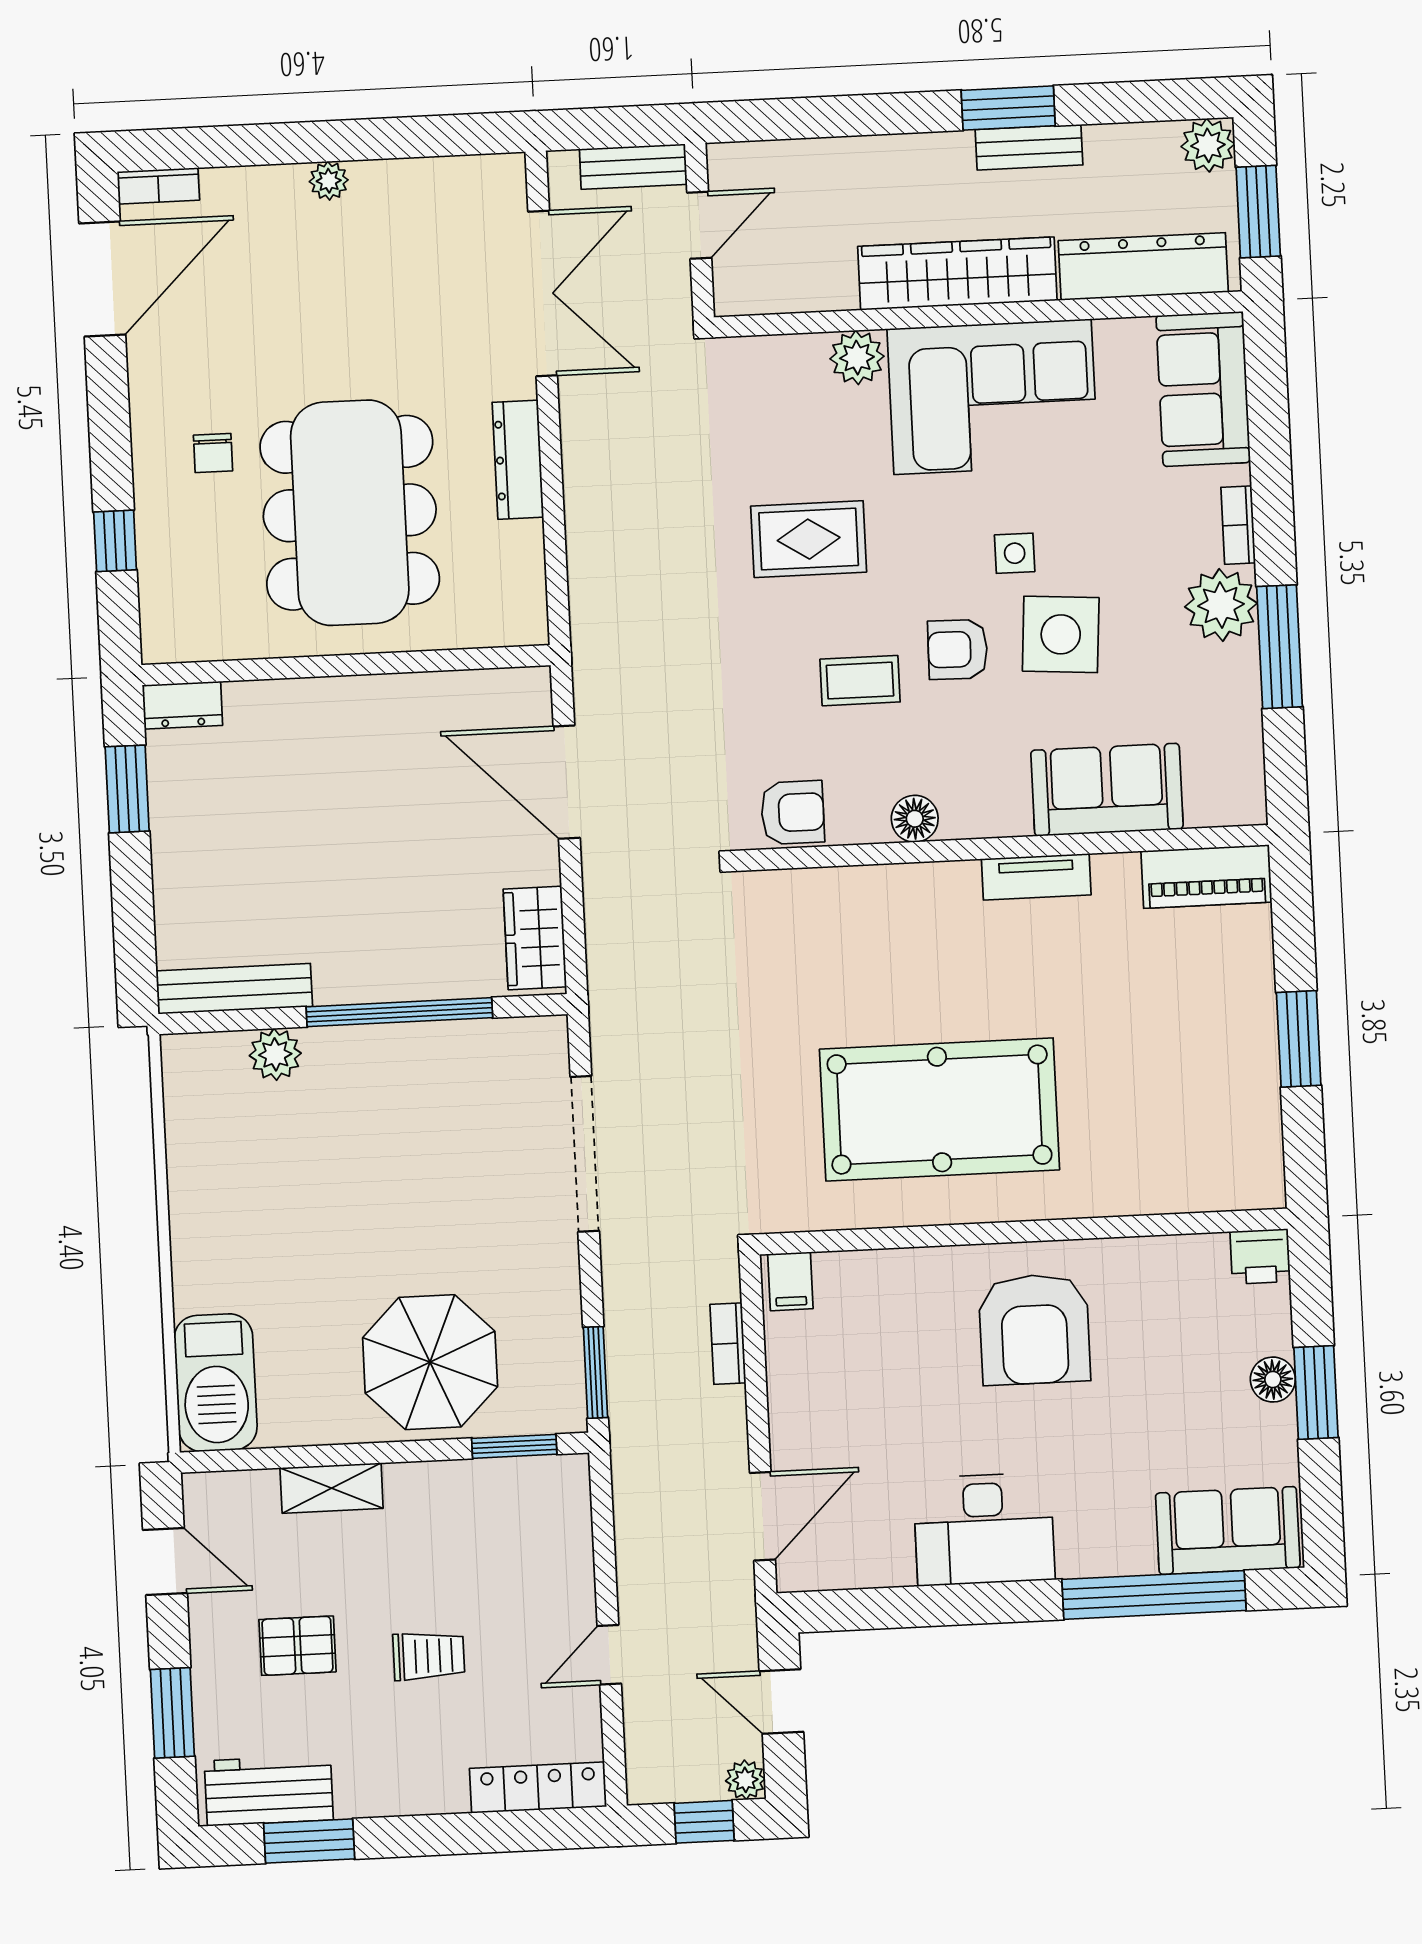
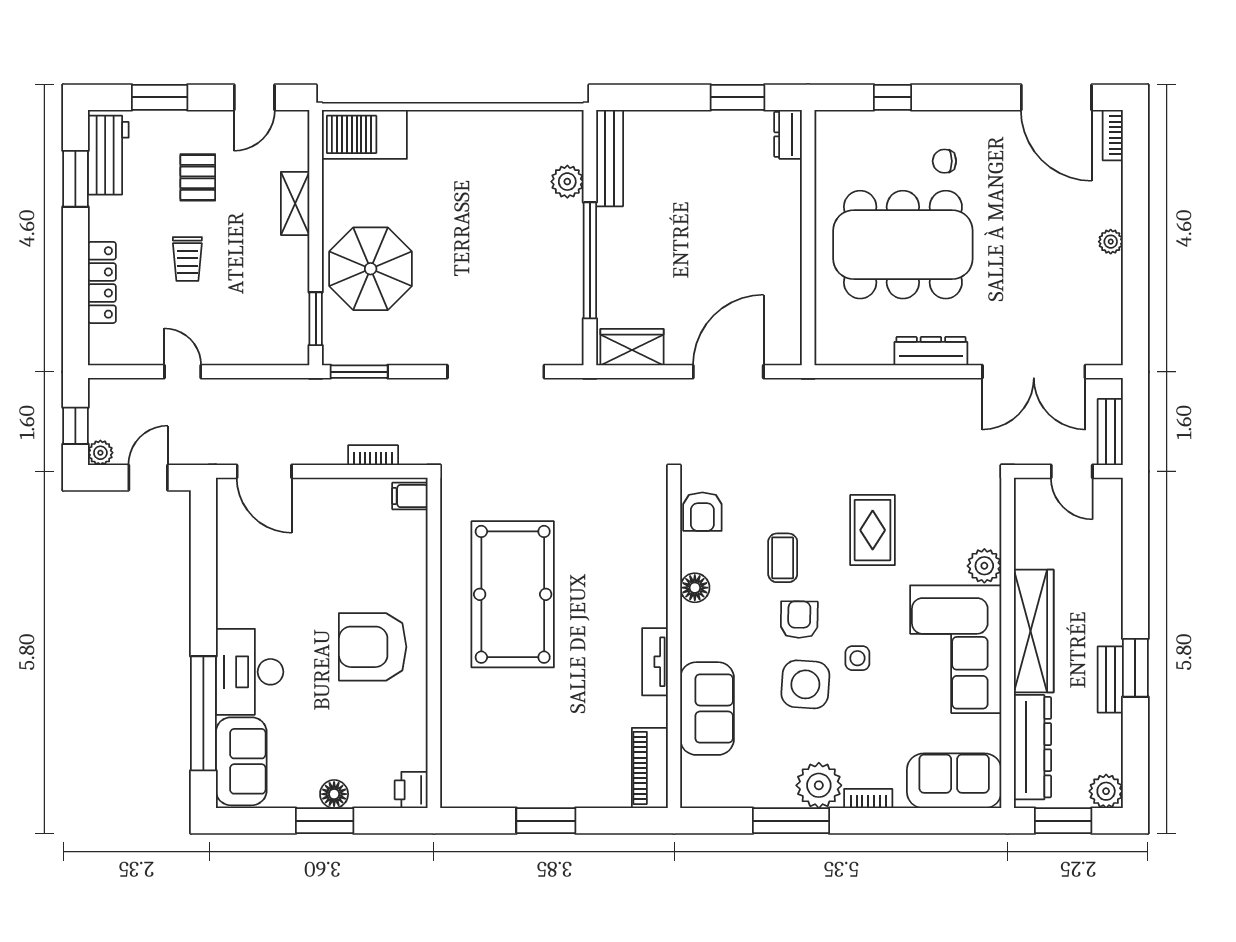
desk: (984, 1529) -> (250, 672), moved
locker: (538, 1788) -> (102, 282), moved

